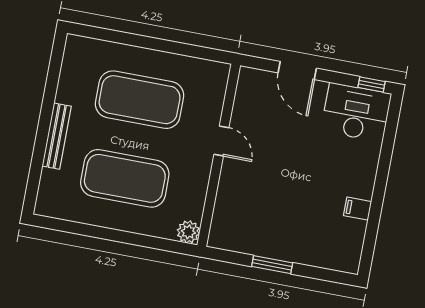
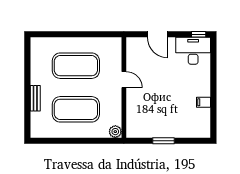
bench: (57, 136) -> (35, 98), width x0.73

